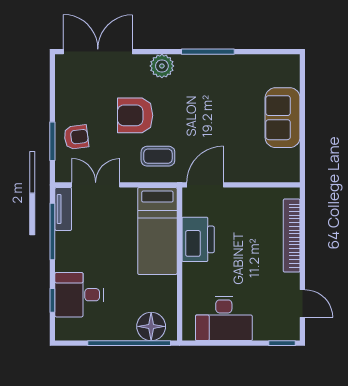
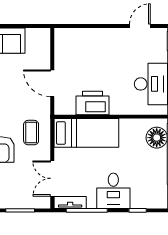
armchair: (76, 137) -> (17, 193), removed
door: (205, 185) -> (52, 83), moved
bookcase: (292, 236) -> (90, 34), removed
desk: (79, 295) -> (113, 191), moved

